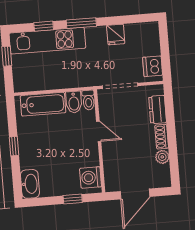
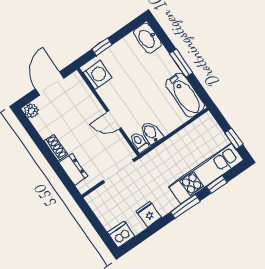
dishwasher: (153, 66) -> (121, 234), moved, turned -90
bathtub: (43, 104) -> (185, 95), moved, turned -90
window: (14, 146) -> (181, 63), width x1.50
plant: (162, 157) -> (31, 111), moved

